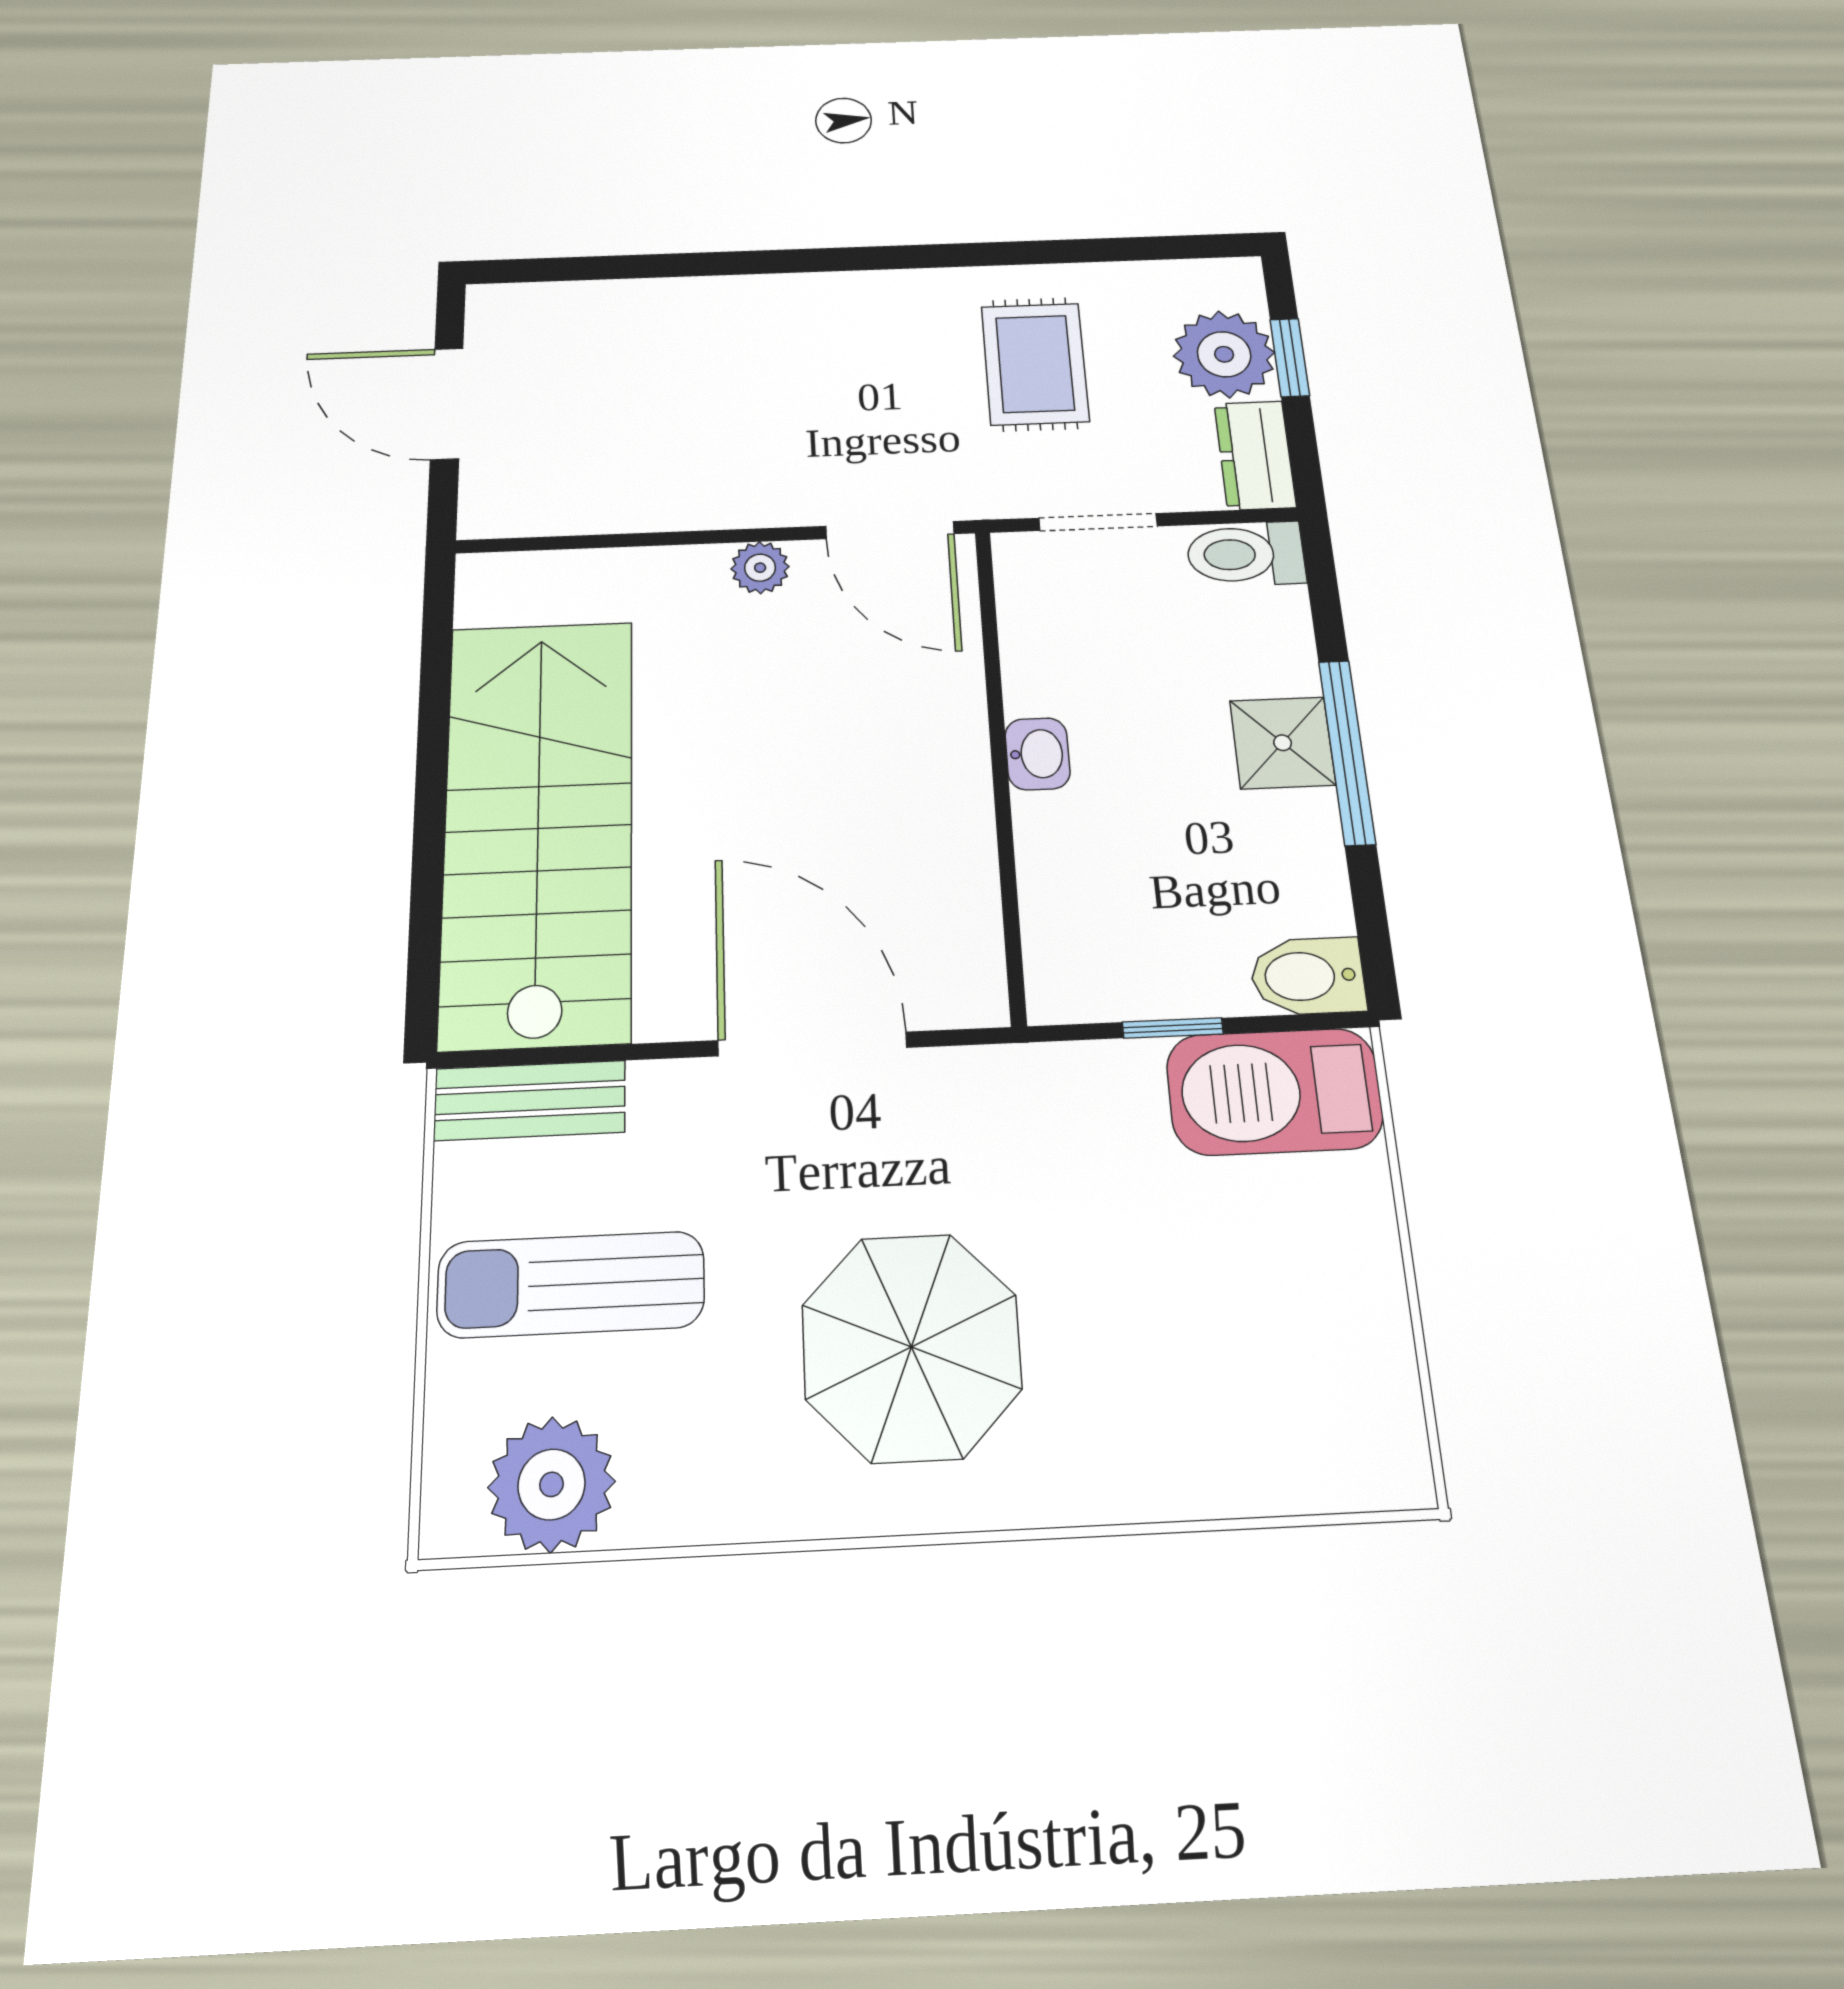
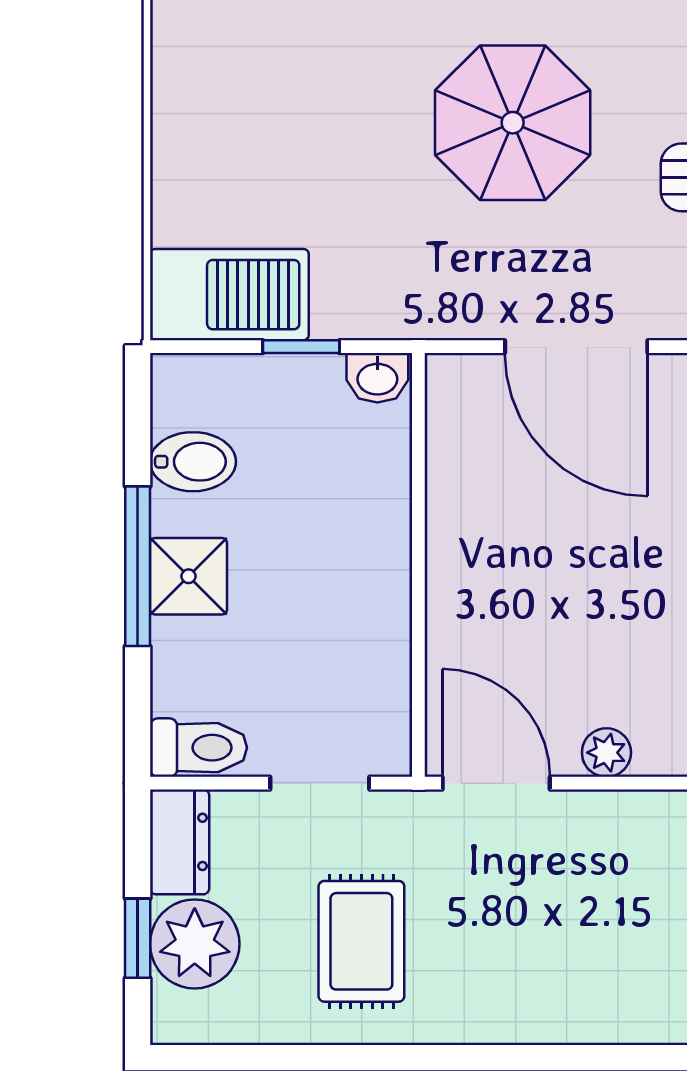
washbasin: (1037, 754) -> (377, 378), moved, turned -90
bidet: (1308, 976) -> (193, 462), moved

